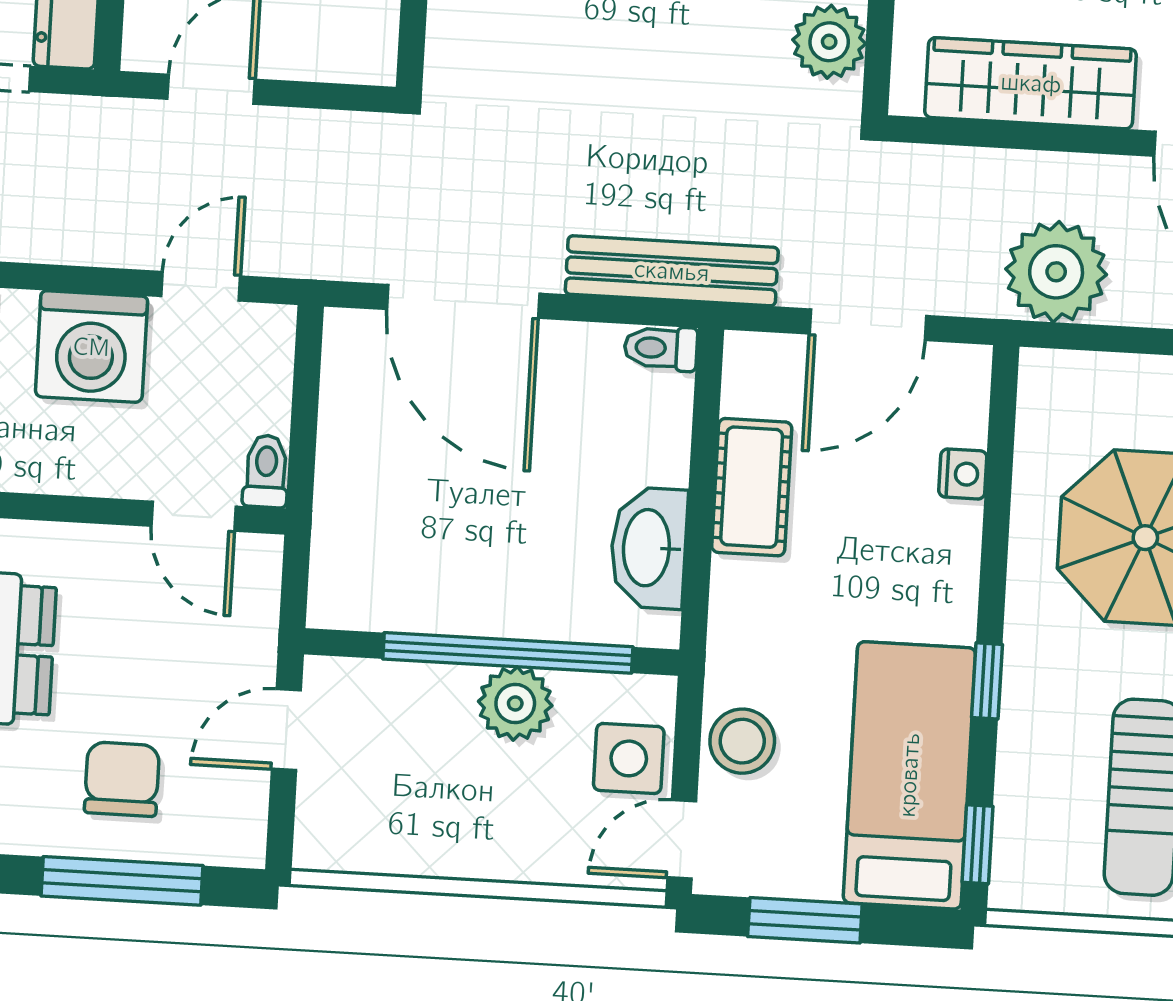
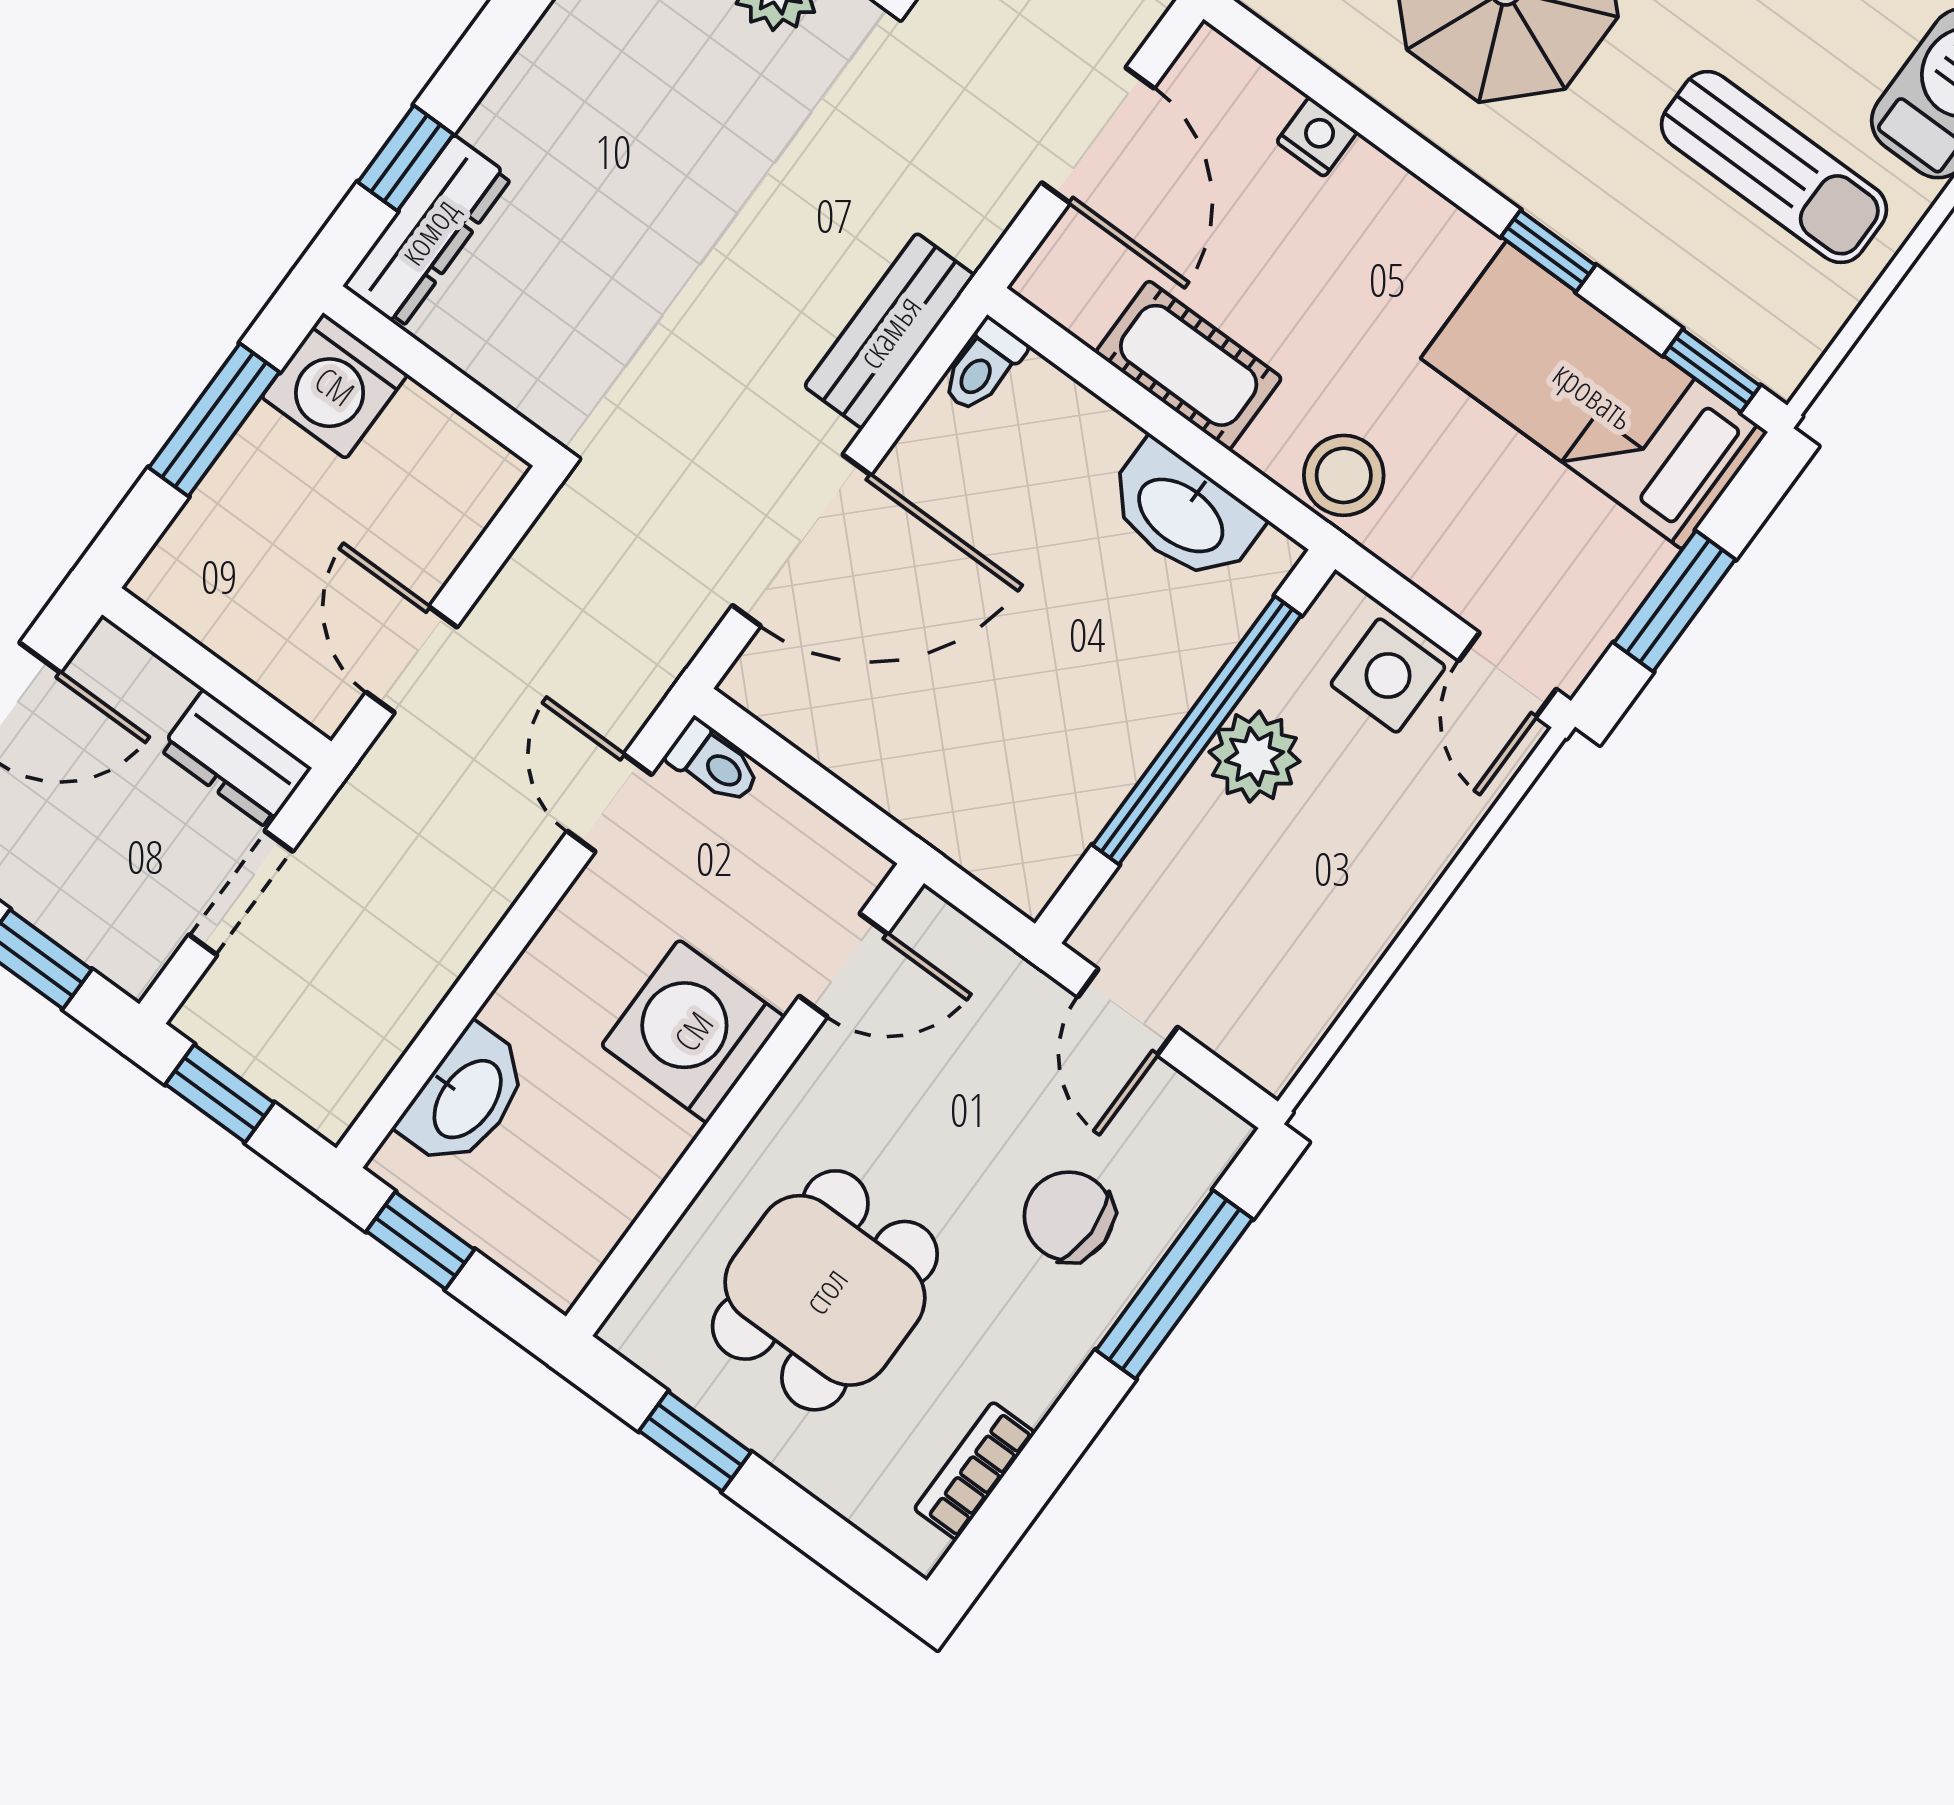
bench: (672, 271) -> (889, 331), width x0.73
washing machine: (91, 347) -> (693, 1031), moved, turned 180
toilet: (266, 471) -> (714, 763), moved, turned 180
stool: (742, 741) -> (1344, 475), moved

